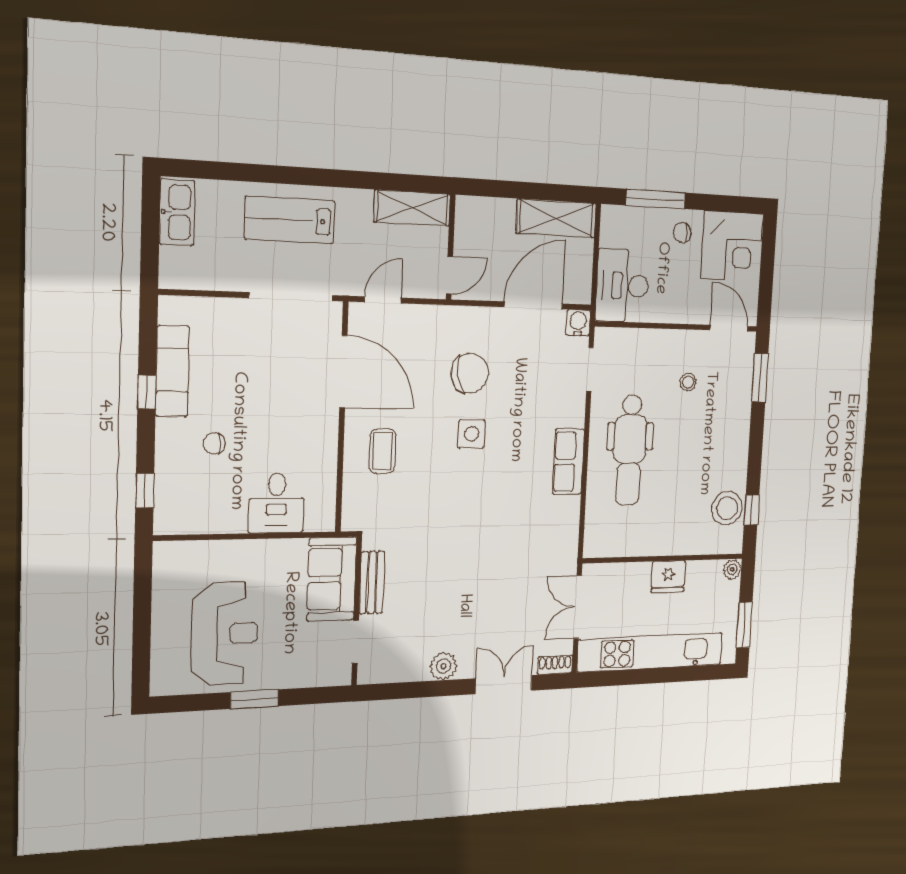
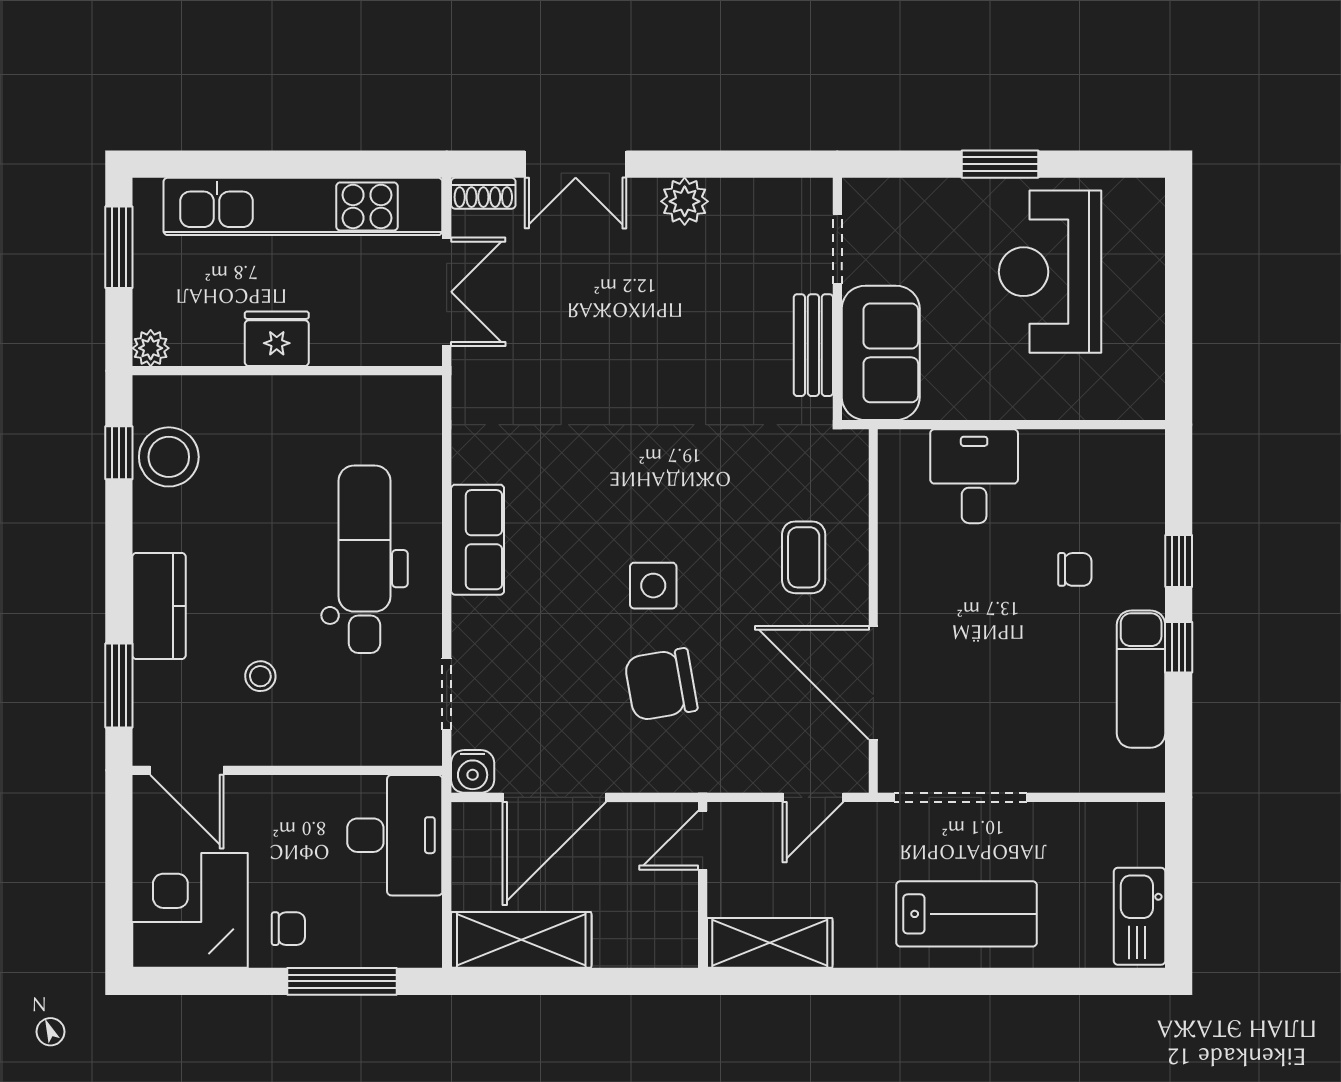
kitchen counter: (737, 423) -> (159, 606), added
window: (145, 490) -> (1179, 561), moved

